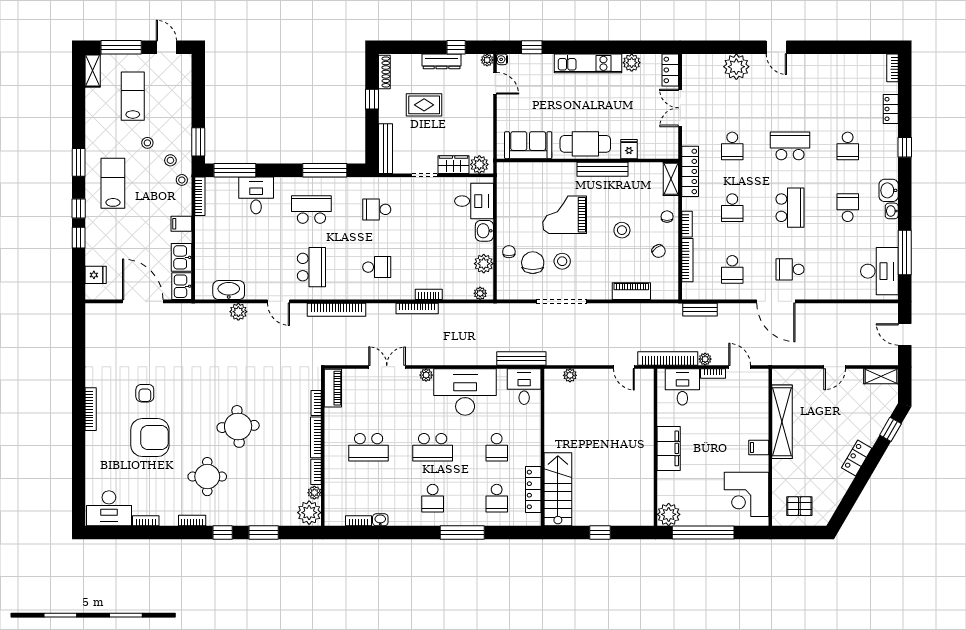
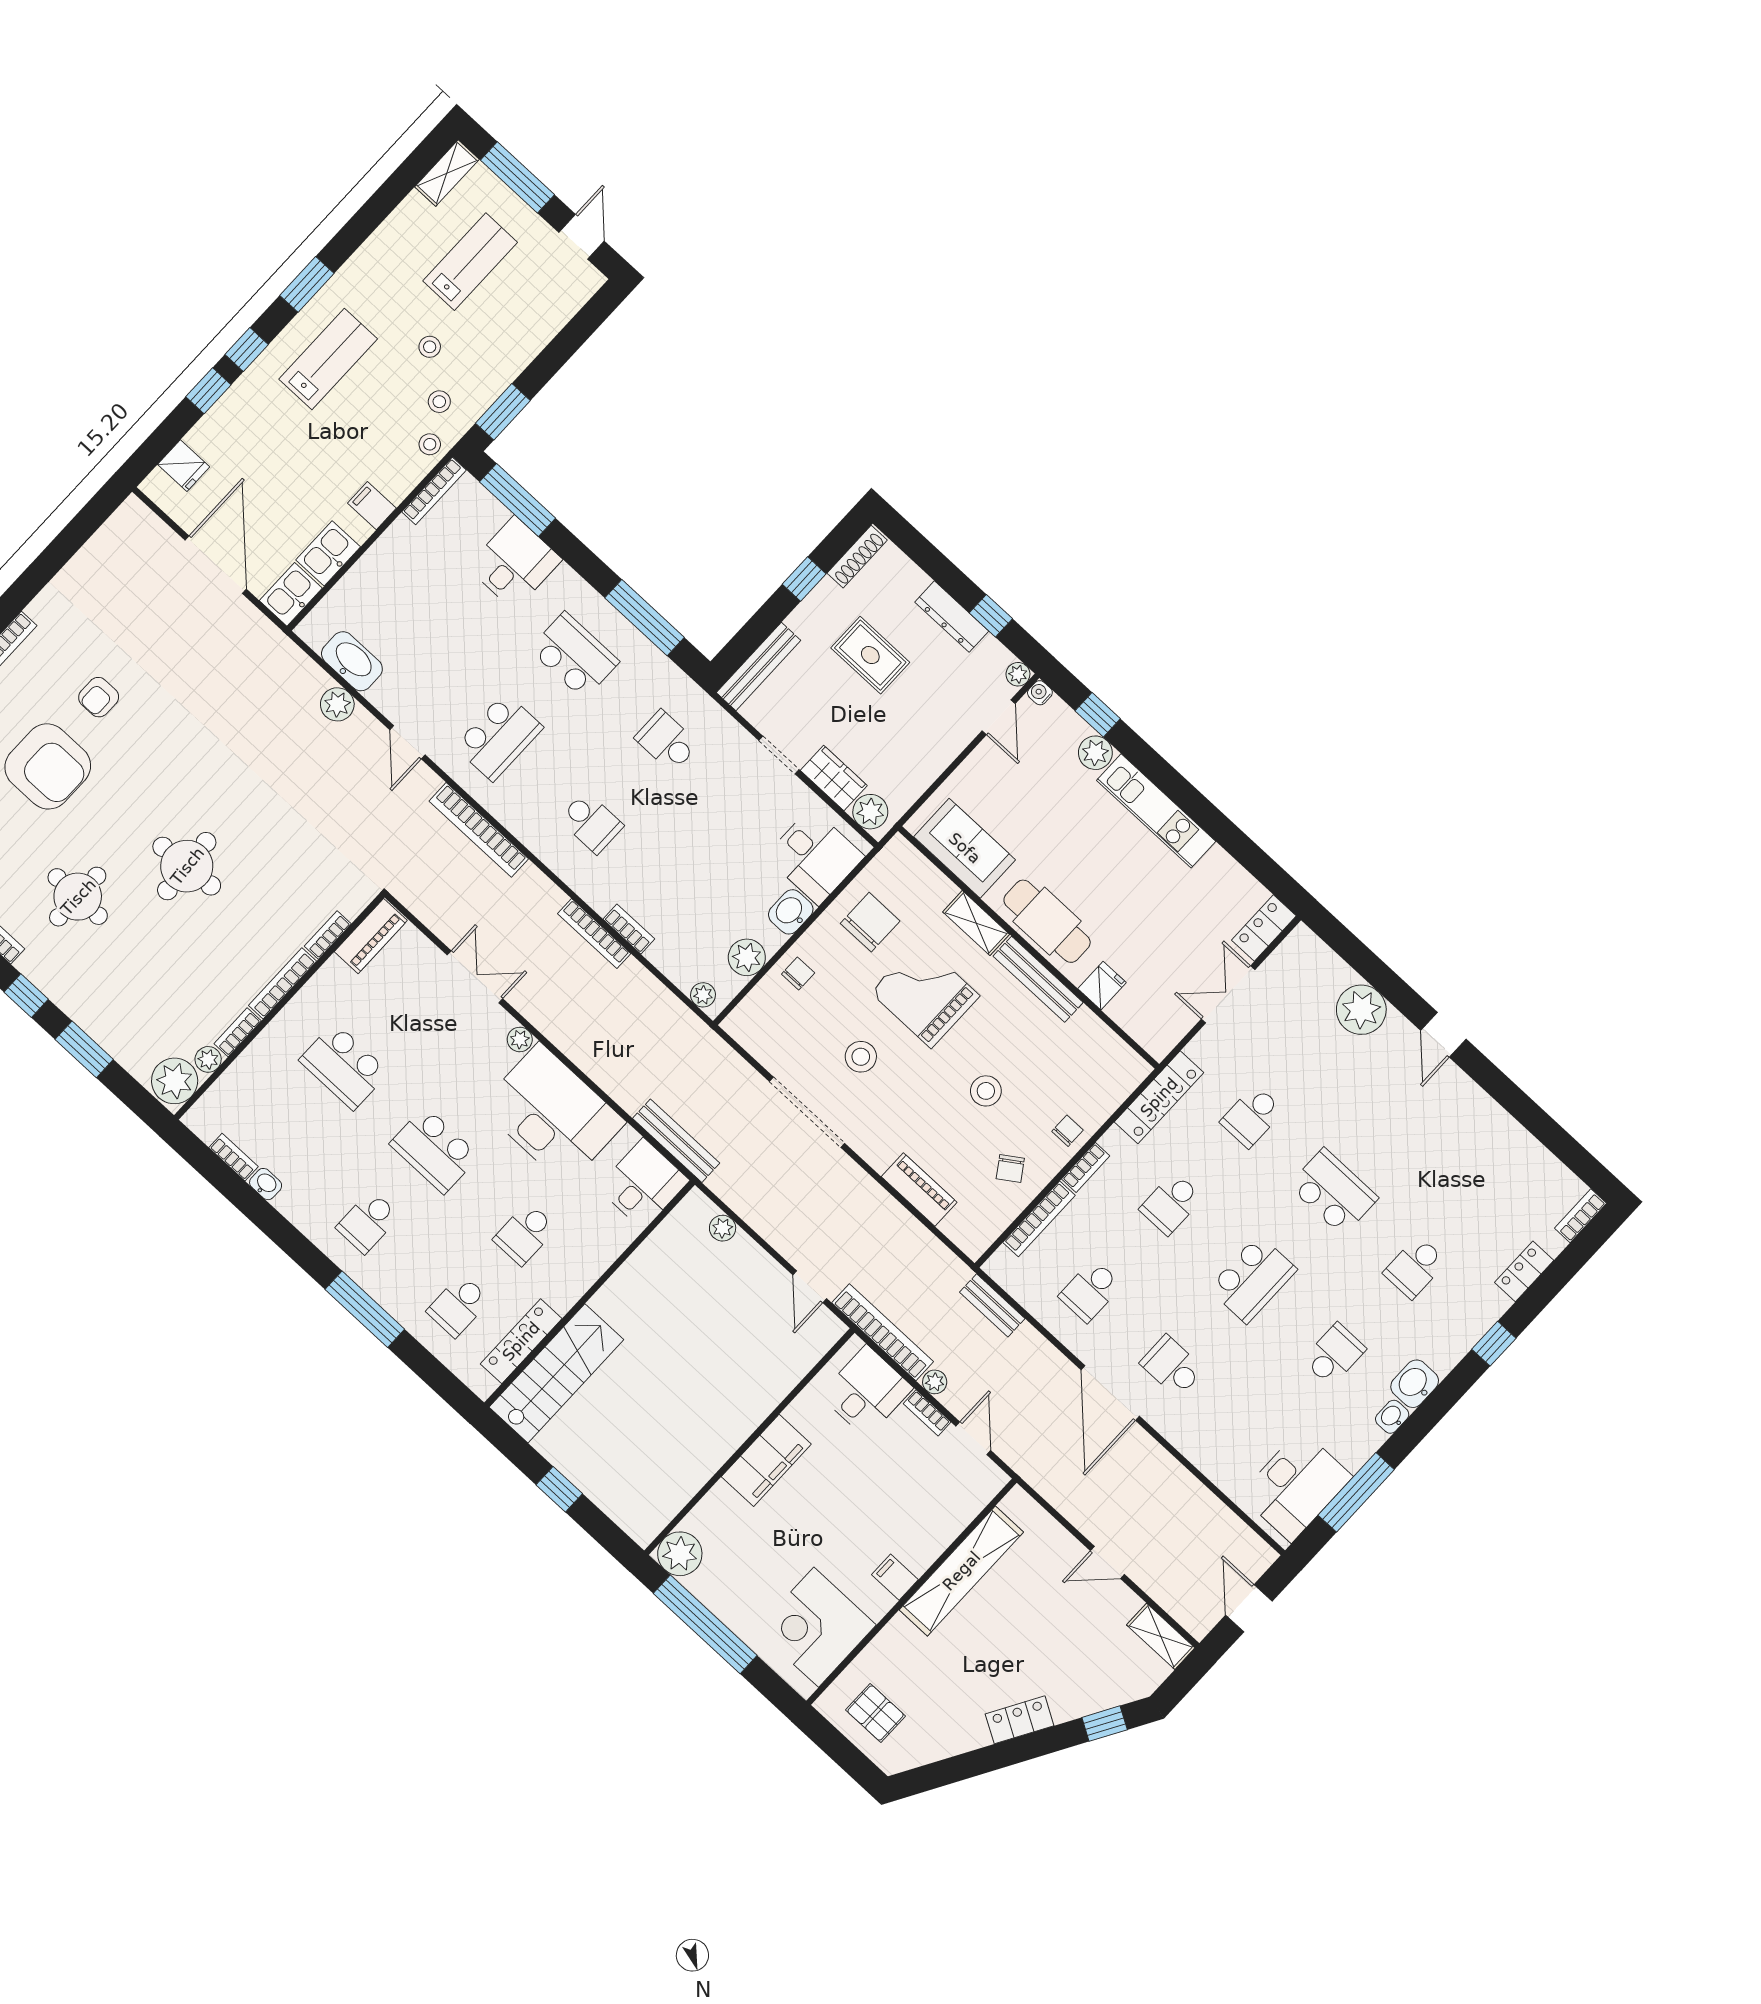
plant: (632, 63) -> (1095, 753), moved
shelving: (671, 179) -> (976, 923), moved, turned 90
chair: (533, 263) -> (870, 922), moved

